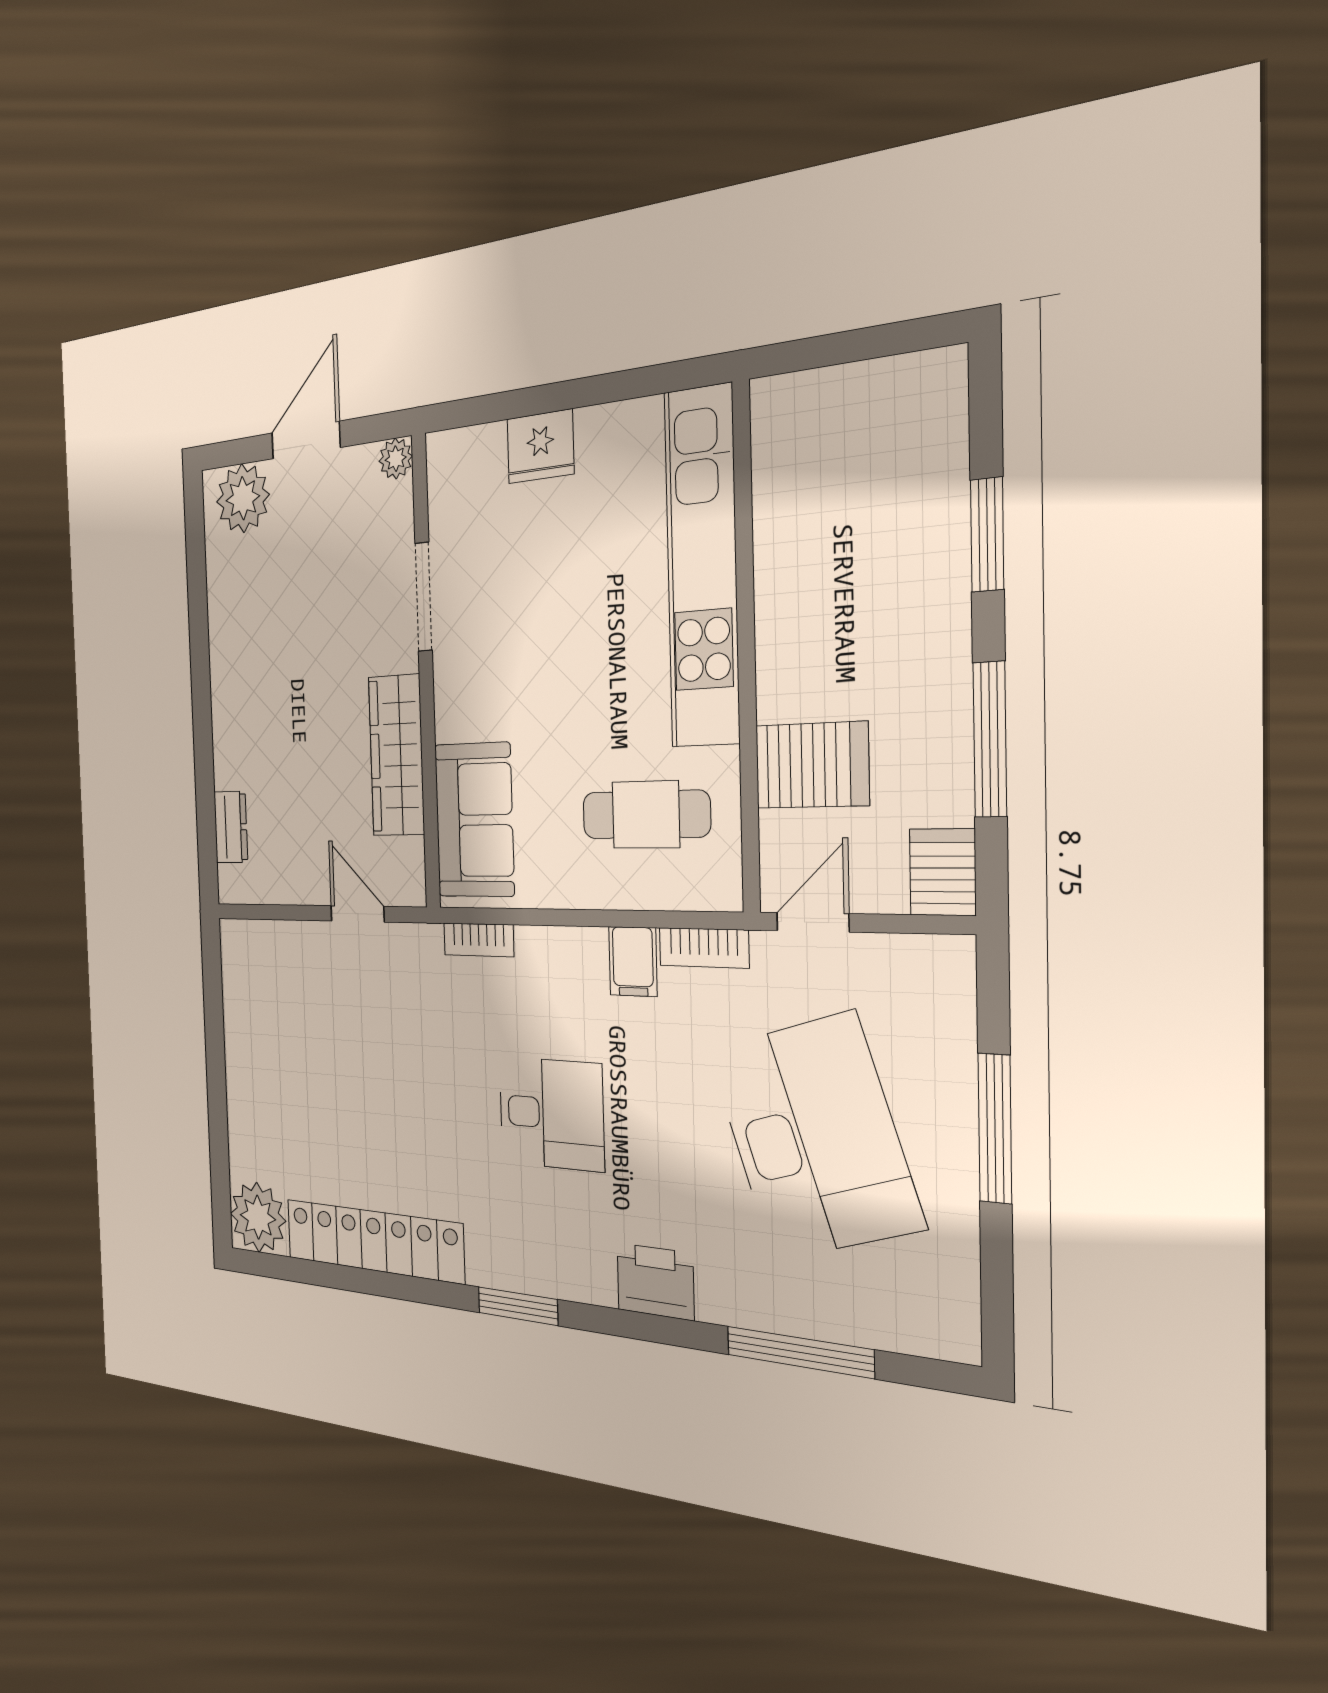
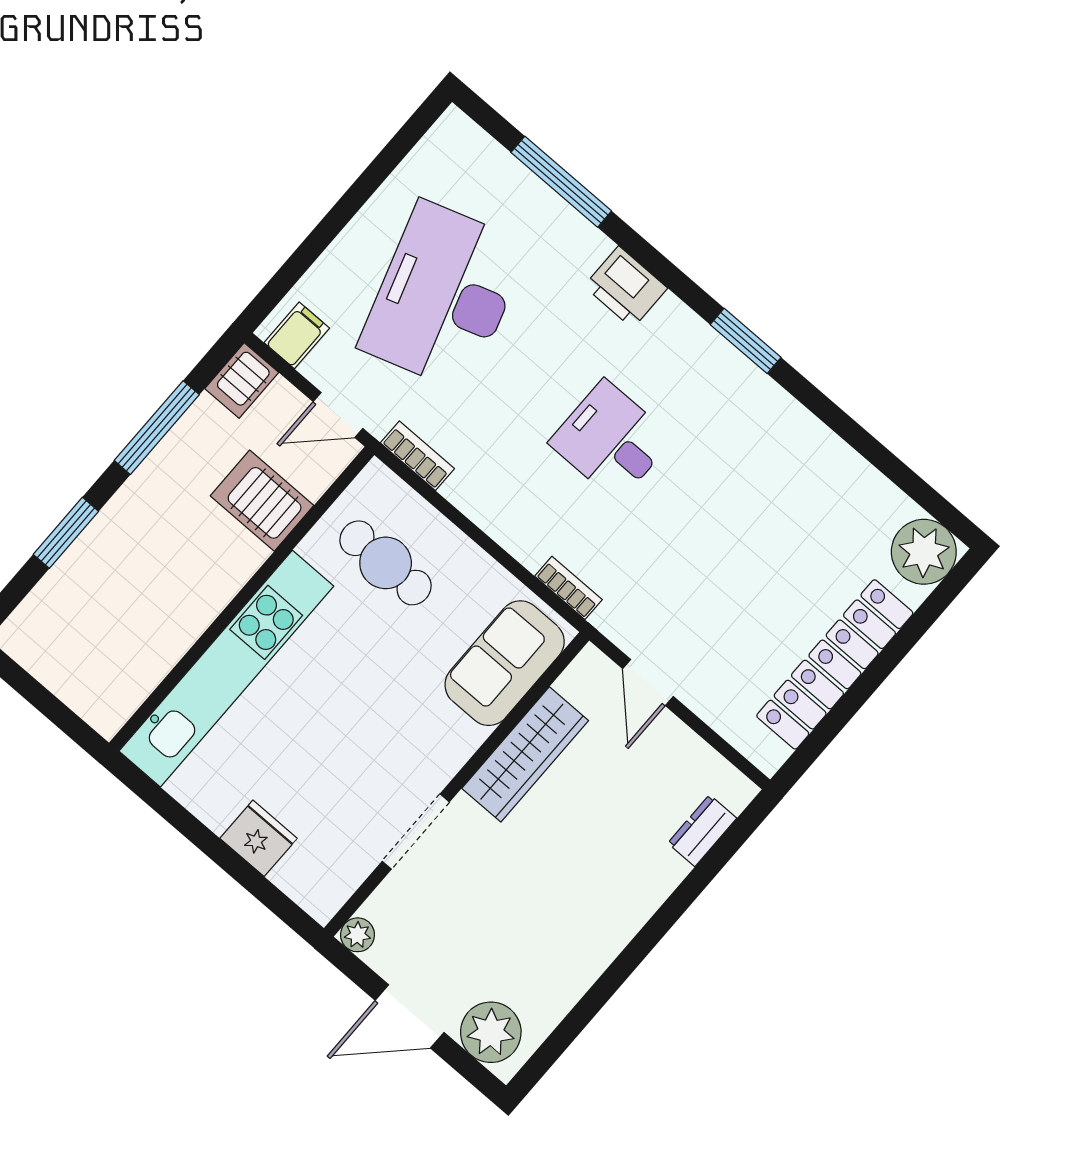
filing cabinet: (633, 962) -> (297, 335), moved
window: (995, 1128) -> (333, 224), removed
locker: (374, 1241) -> (835, 664), moved, turned 90

